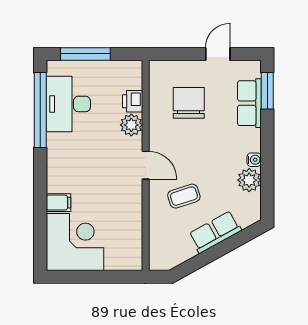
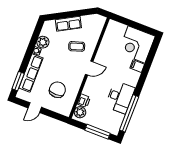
chair: (189, 103) -> (57, 90), turned 180
row of seats: (249, 103) -> (31, 73), width x1.48
desk: (68, 104) -> (120, 97), moved
plant: (131, 125) -> (80, 112), moved
door: (146, 165) -> (89, 68), swing flipped

